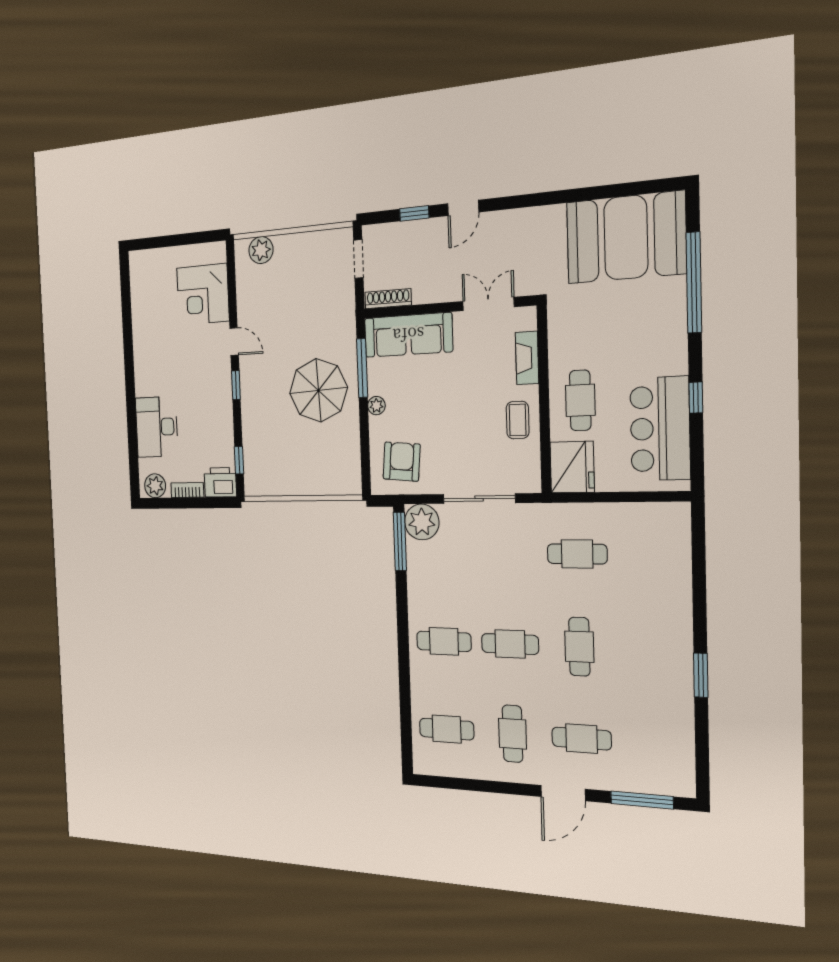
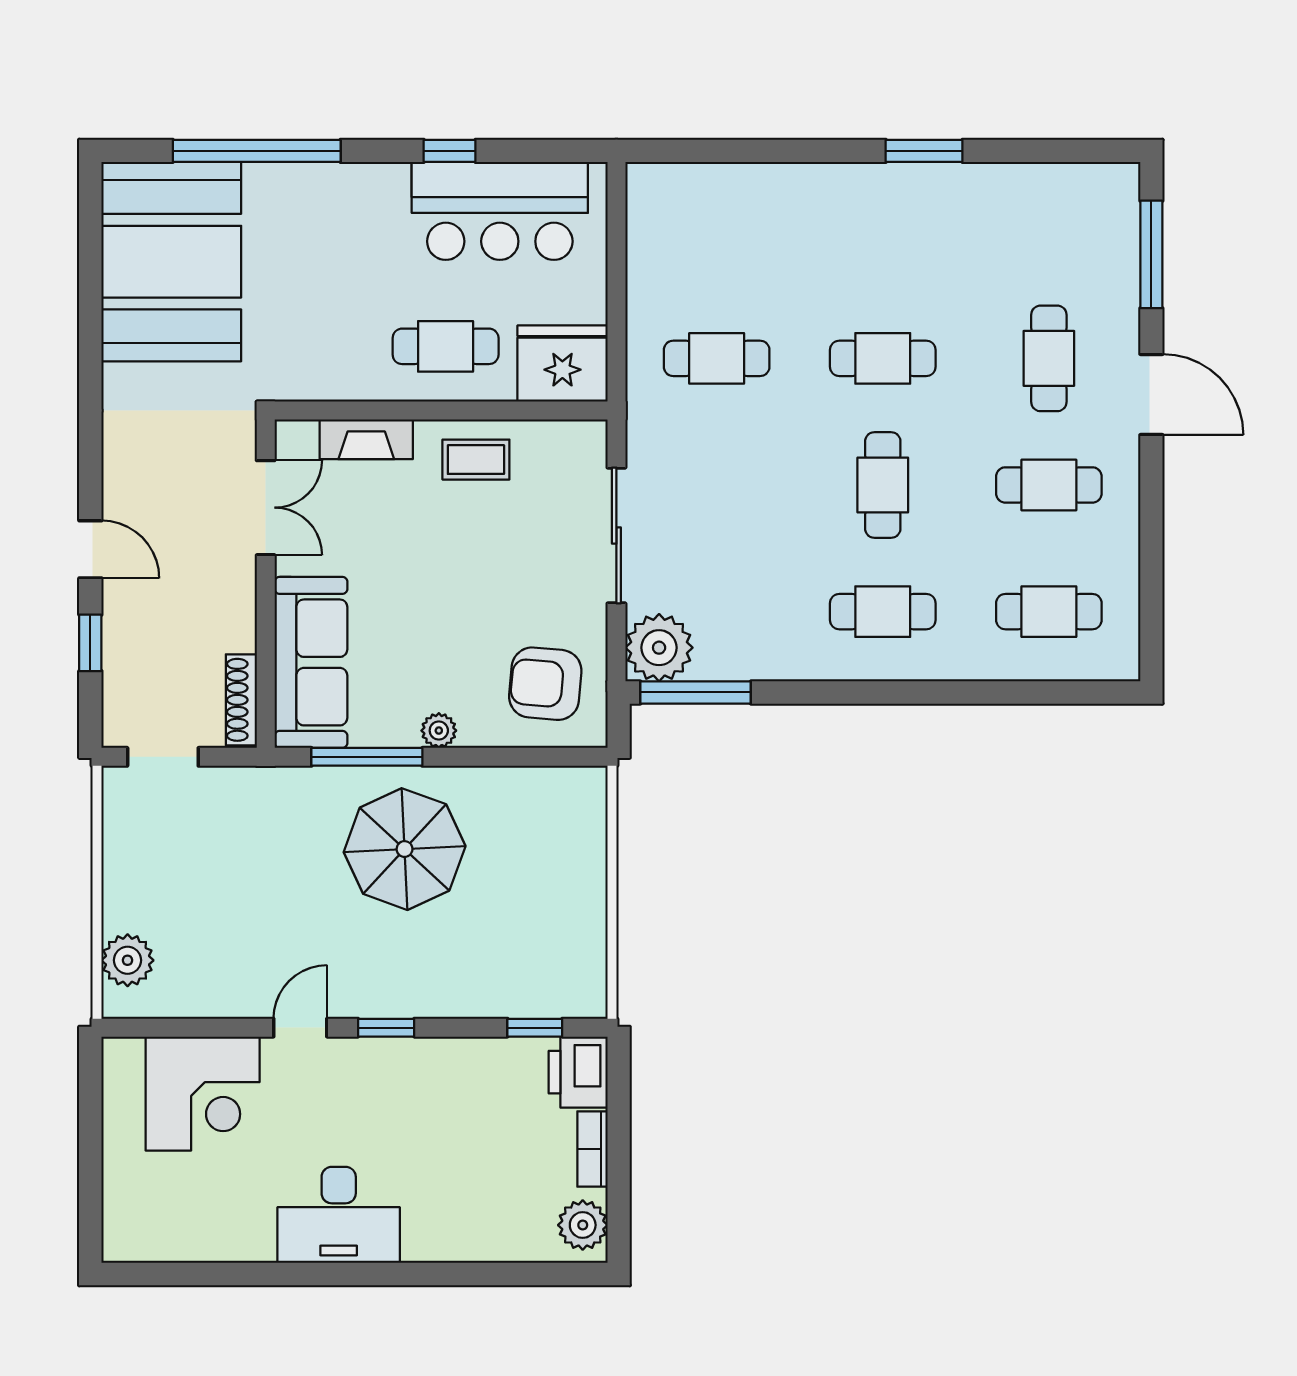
double door: (488, 304) -> (266, 508), swing flipped
desk: (157, 427) -> (339, 1215), moved
cafe table: (577, 554) -> (717, 358), turned 90
cafe table: (444, 641) -> (883, 612), turned 90
cafe table: (447, 729) -> (1049, 612), turned 90

